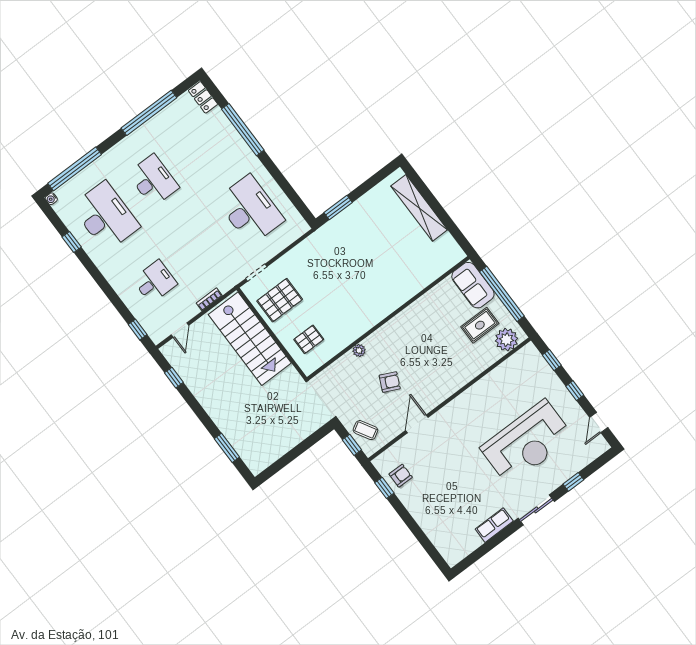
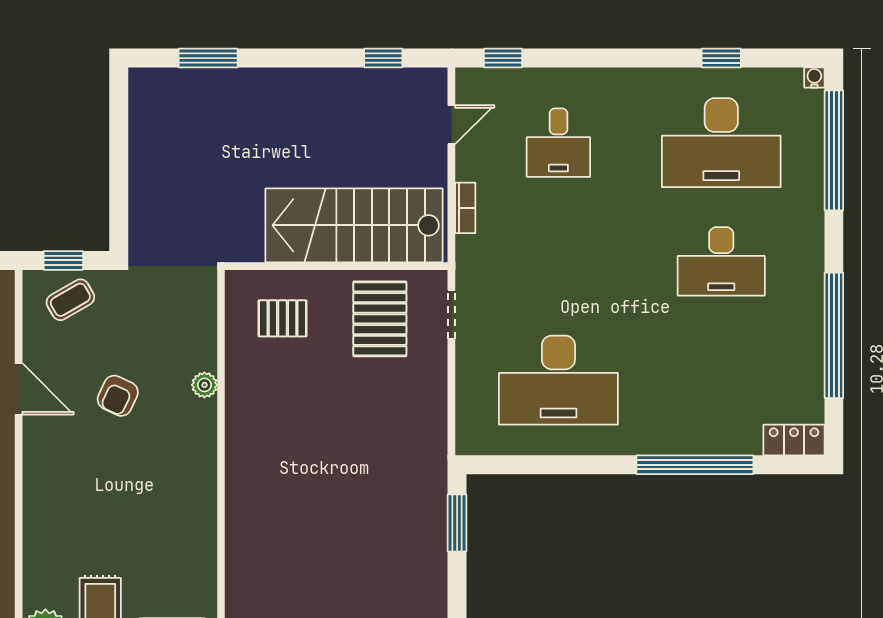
door: (180, 330) -> (451, 125), swing flipped
pallet: (309, 339) -> (283, 318), turned 90

